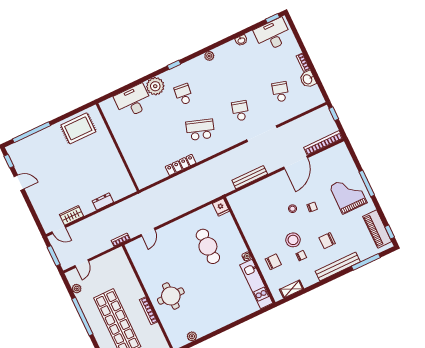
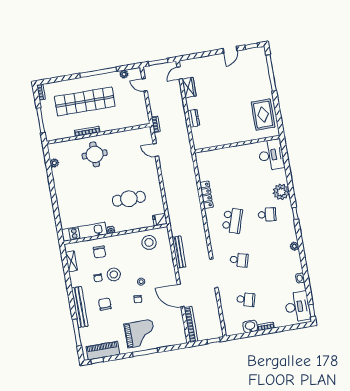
desk: (133, 101) -> (271, 155), moved
stool: (248, 212) -> (149, 242), added

